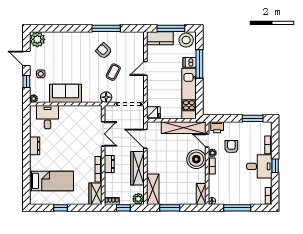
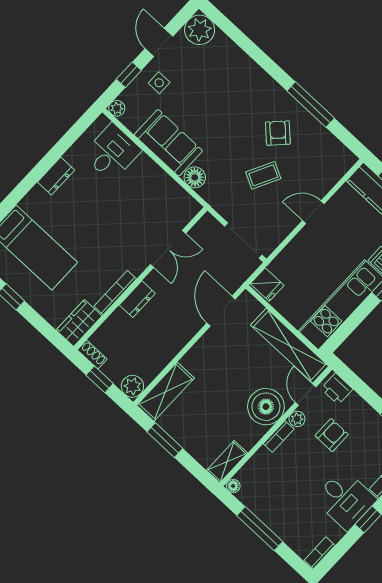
floor lamp: (106, 97) -> (195, 177), moved
wardrobe: (137, 168) -> (171, 342), removed

